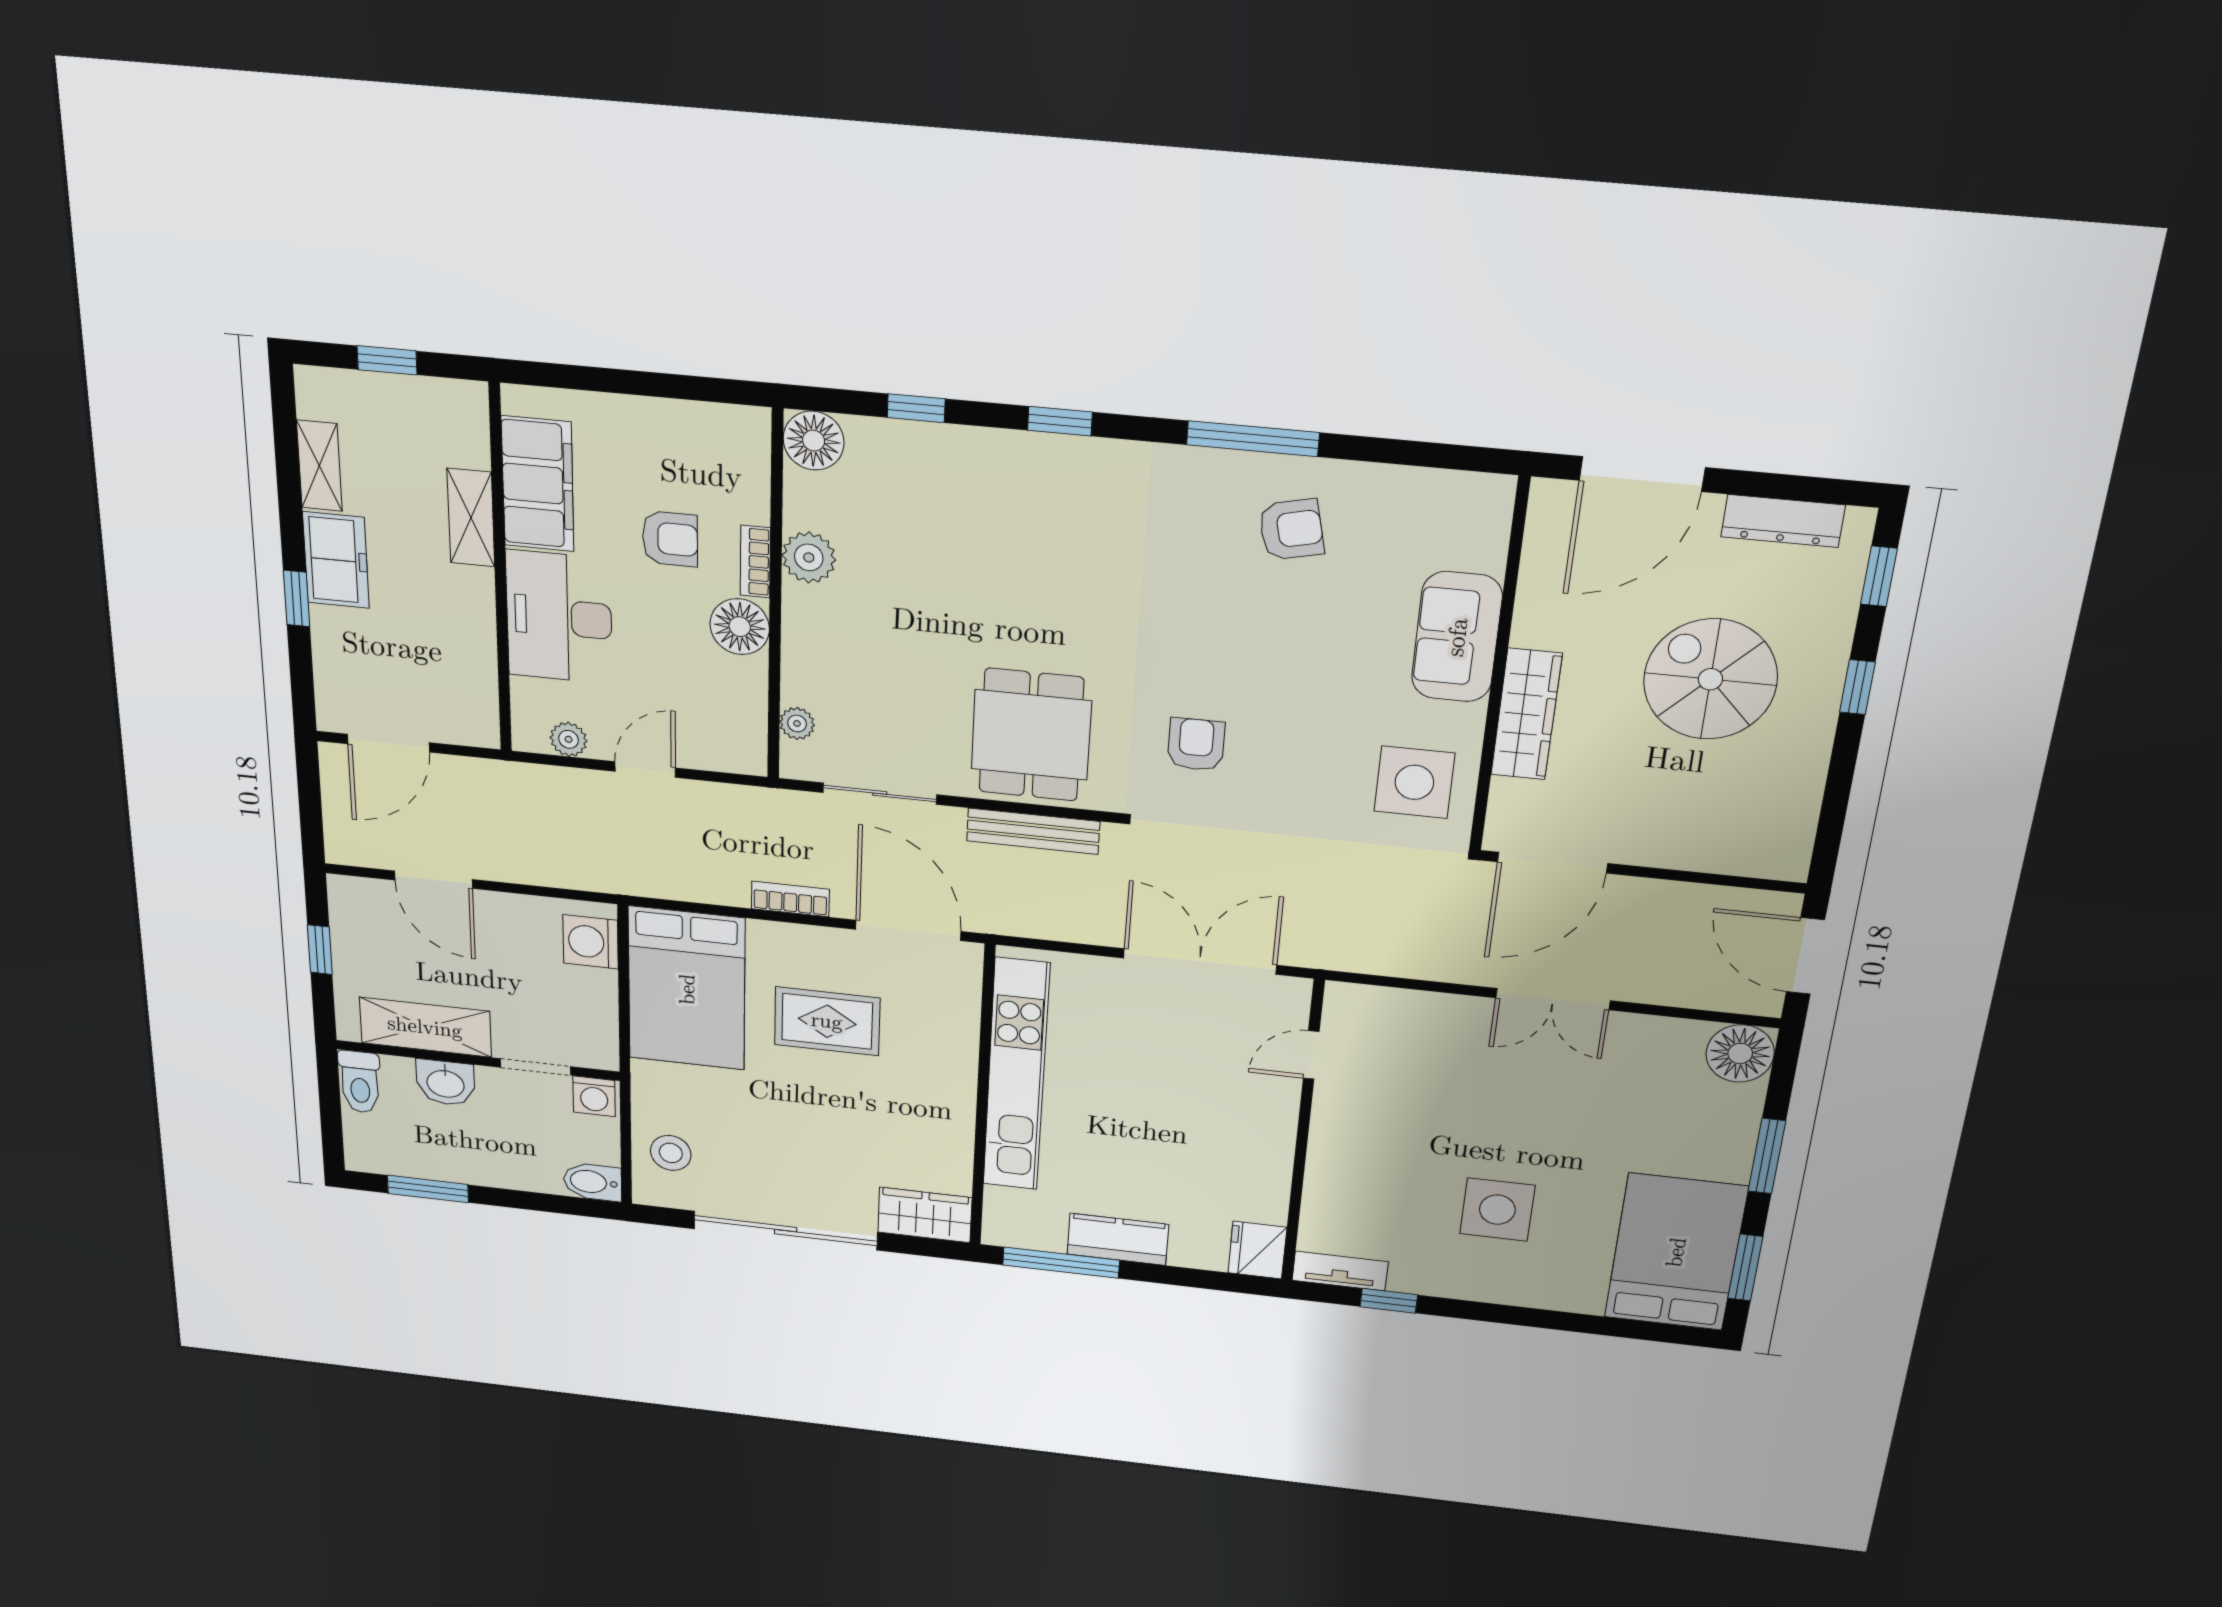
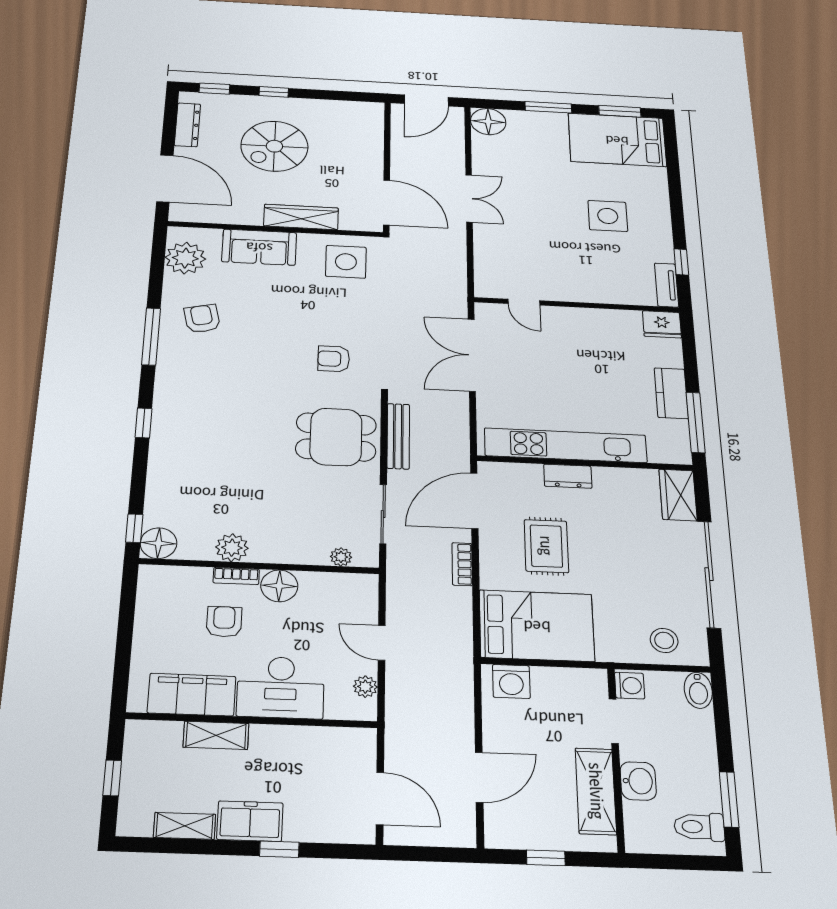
window: (916, 408) -> (134, 528), moved
plant: (1437, 505) -> (185, 258), added
dresser: (957, 1070) -> (568, 476), added
toilet: (360, 1082) -> (699, 827), moved, turned 180

